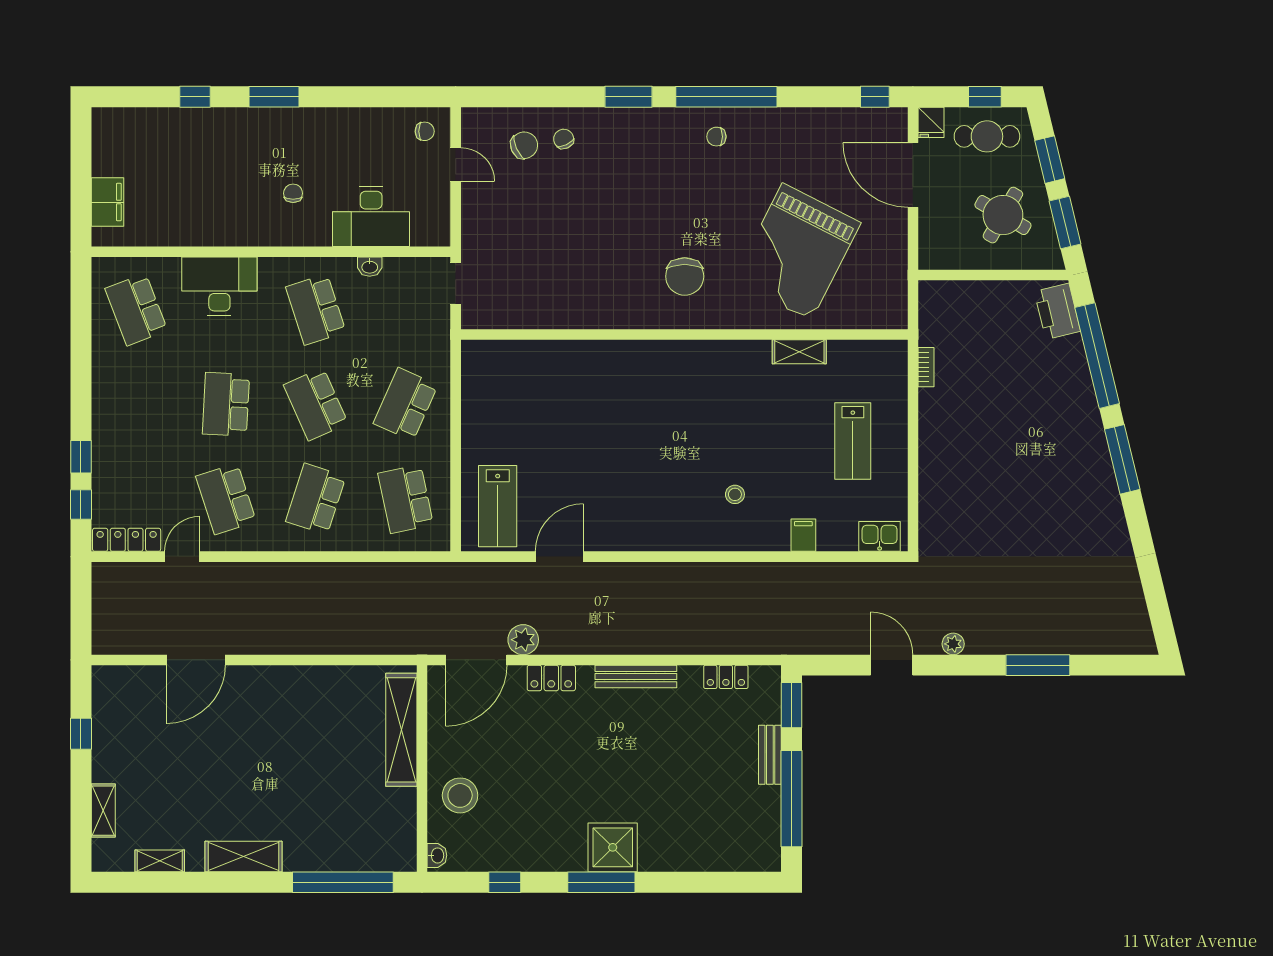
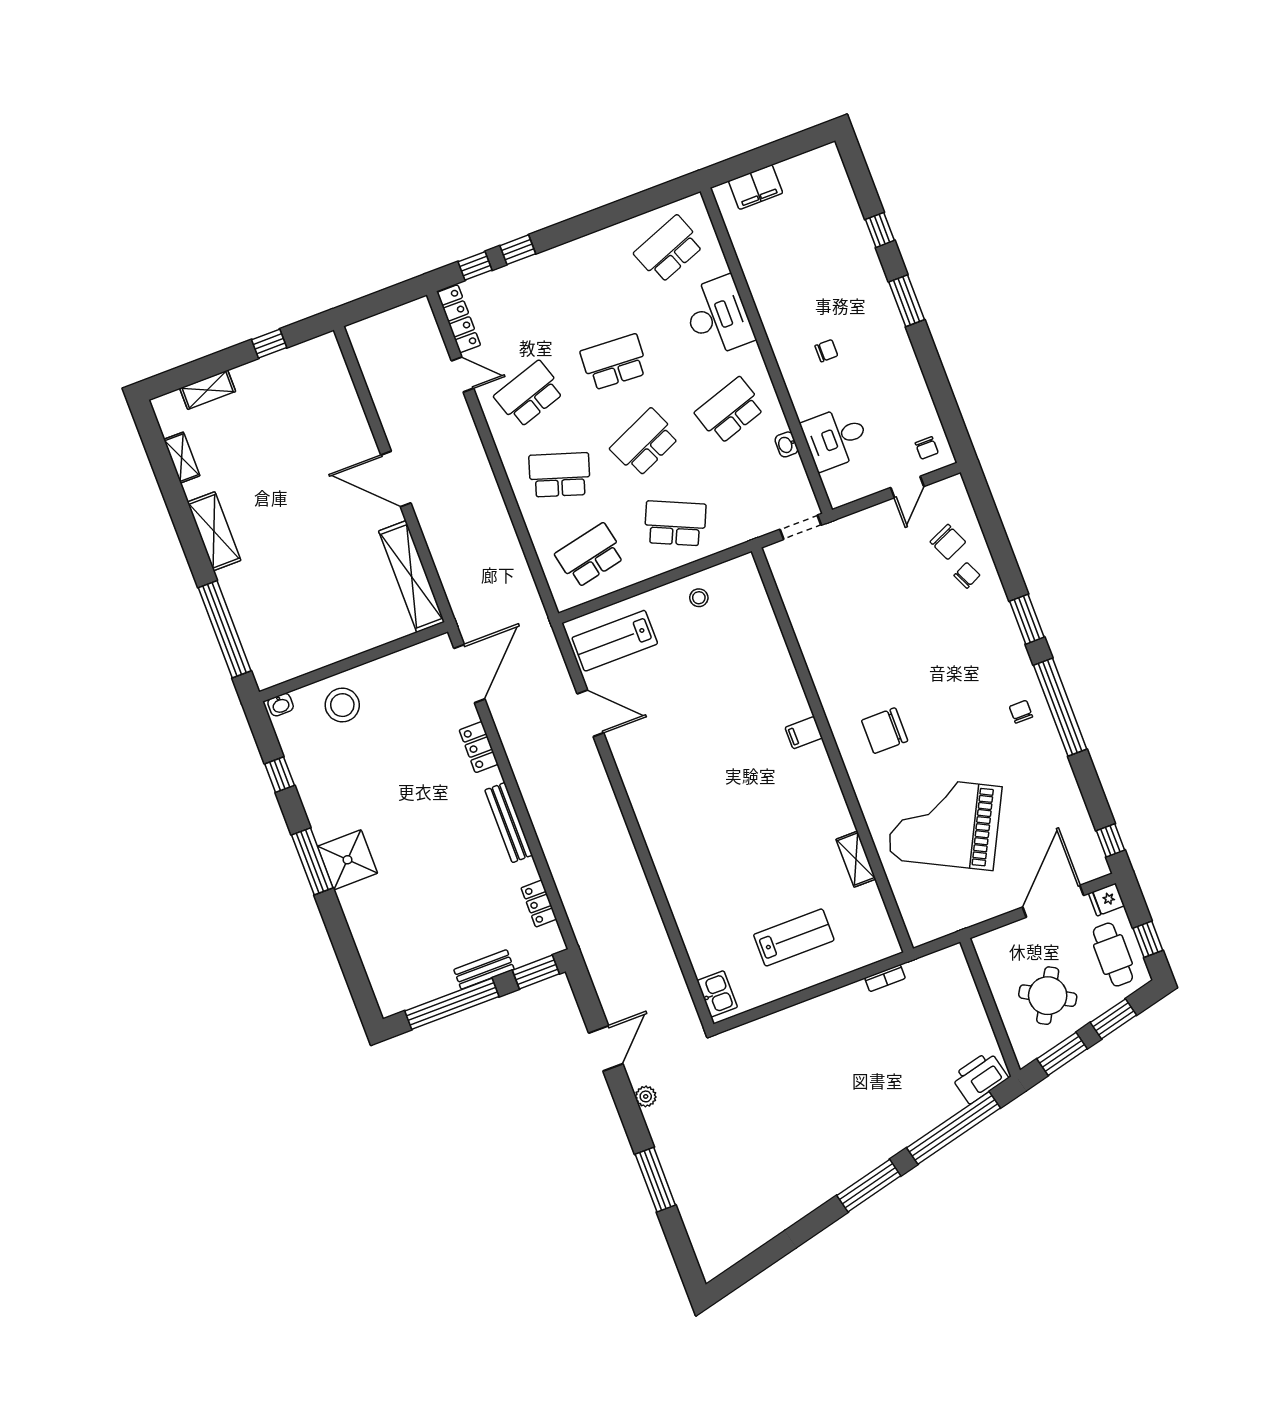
desk: (371, 216) -> (836, 438), width x0.73
lab bench: (853, 441) -> (794, 937), turned 180
stool: (735, 494) -> (699, 598), moved
filing cabinet: (803, 535) -> (804, 733), moved, turned 180
plant: (523, 640) -> (504, 709), removed
door: (196, 660) -> (396, 479), moved
door: (476, 660) -> (469, 674), swing flipped
shelving: (401, 730) -> (412, 576), moved, turned 90

